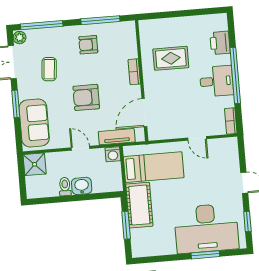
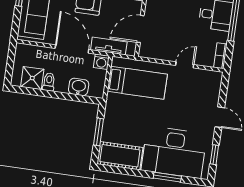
door: (197, 138) -> (185, 65), swing flipped
door: (80, 148) -> (72, 49), width x1.88
shower: (35, 164) -> (32, 78), moved
washbasin: (82, 186) -> (79, 87), moved
cot: (139, 205) -> (120, 156), moved, turned 90

